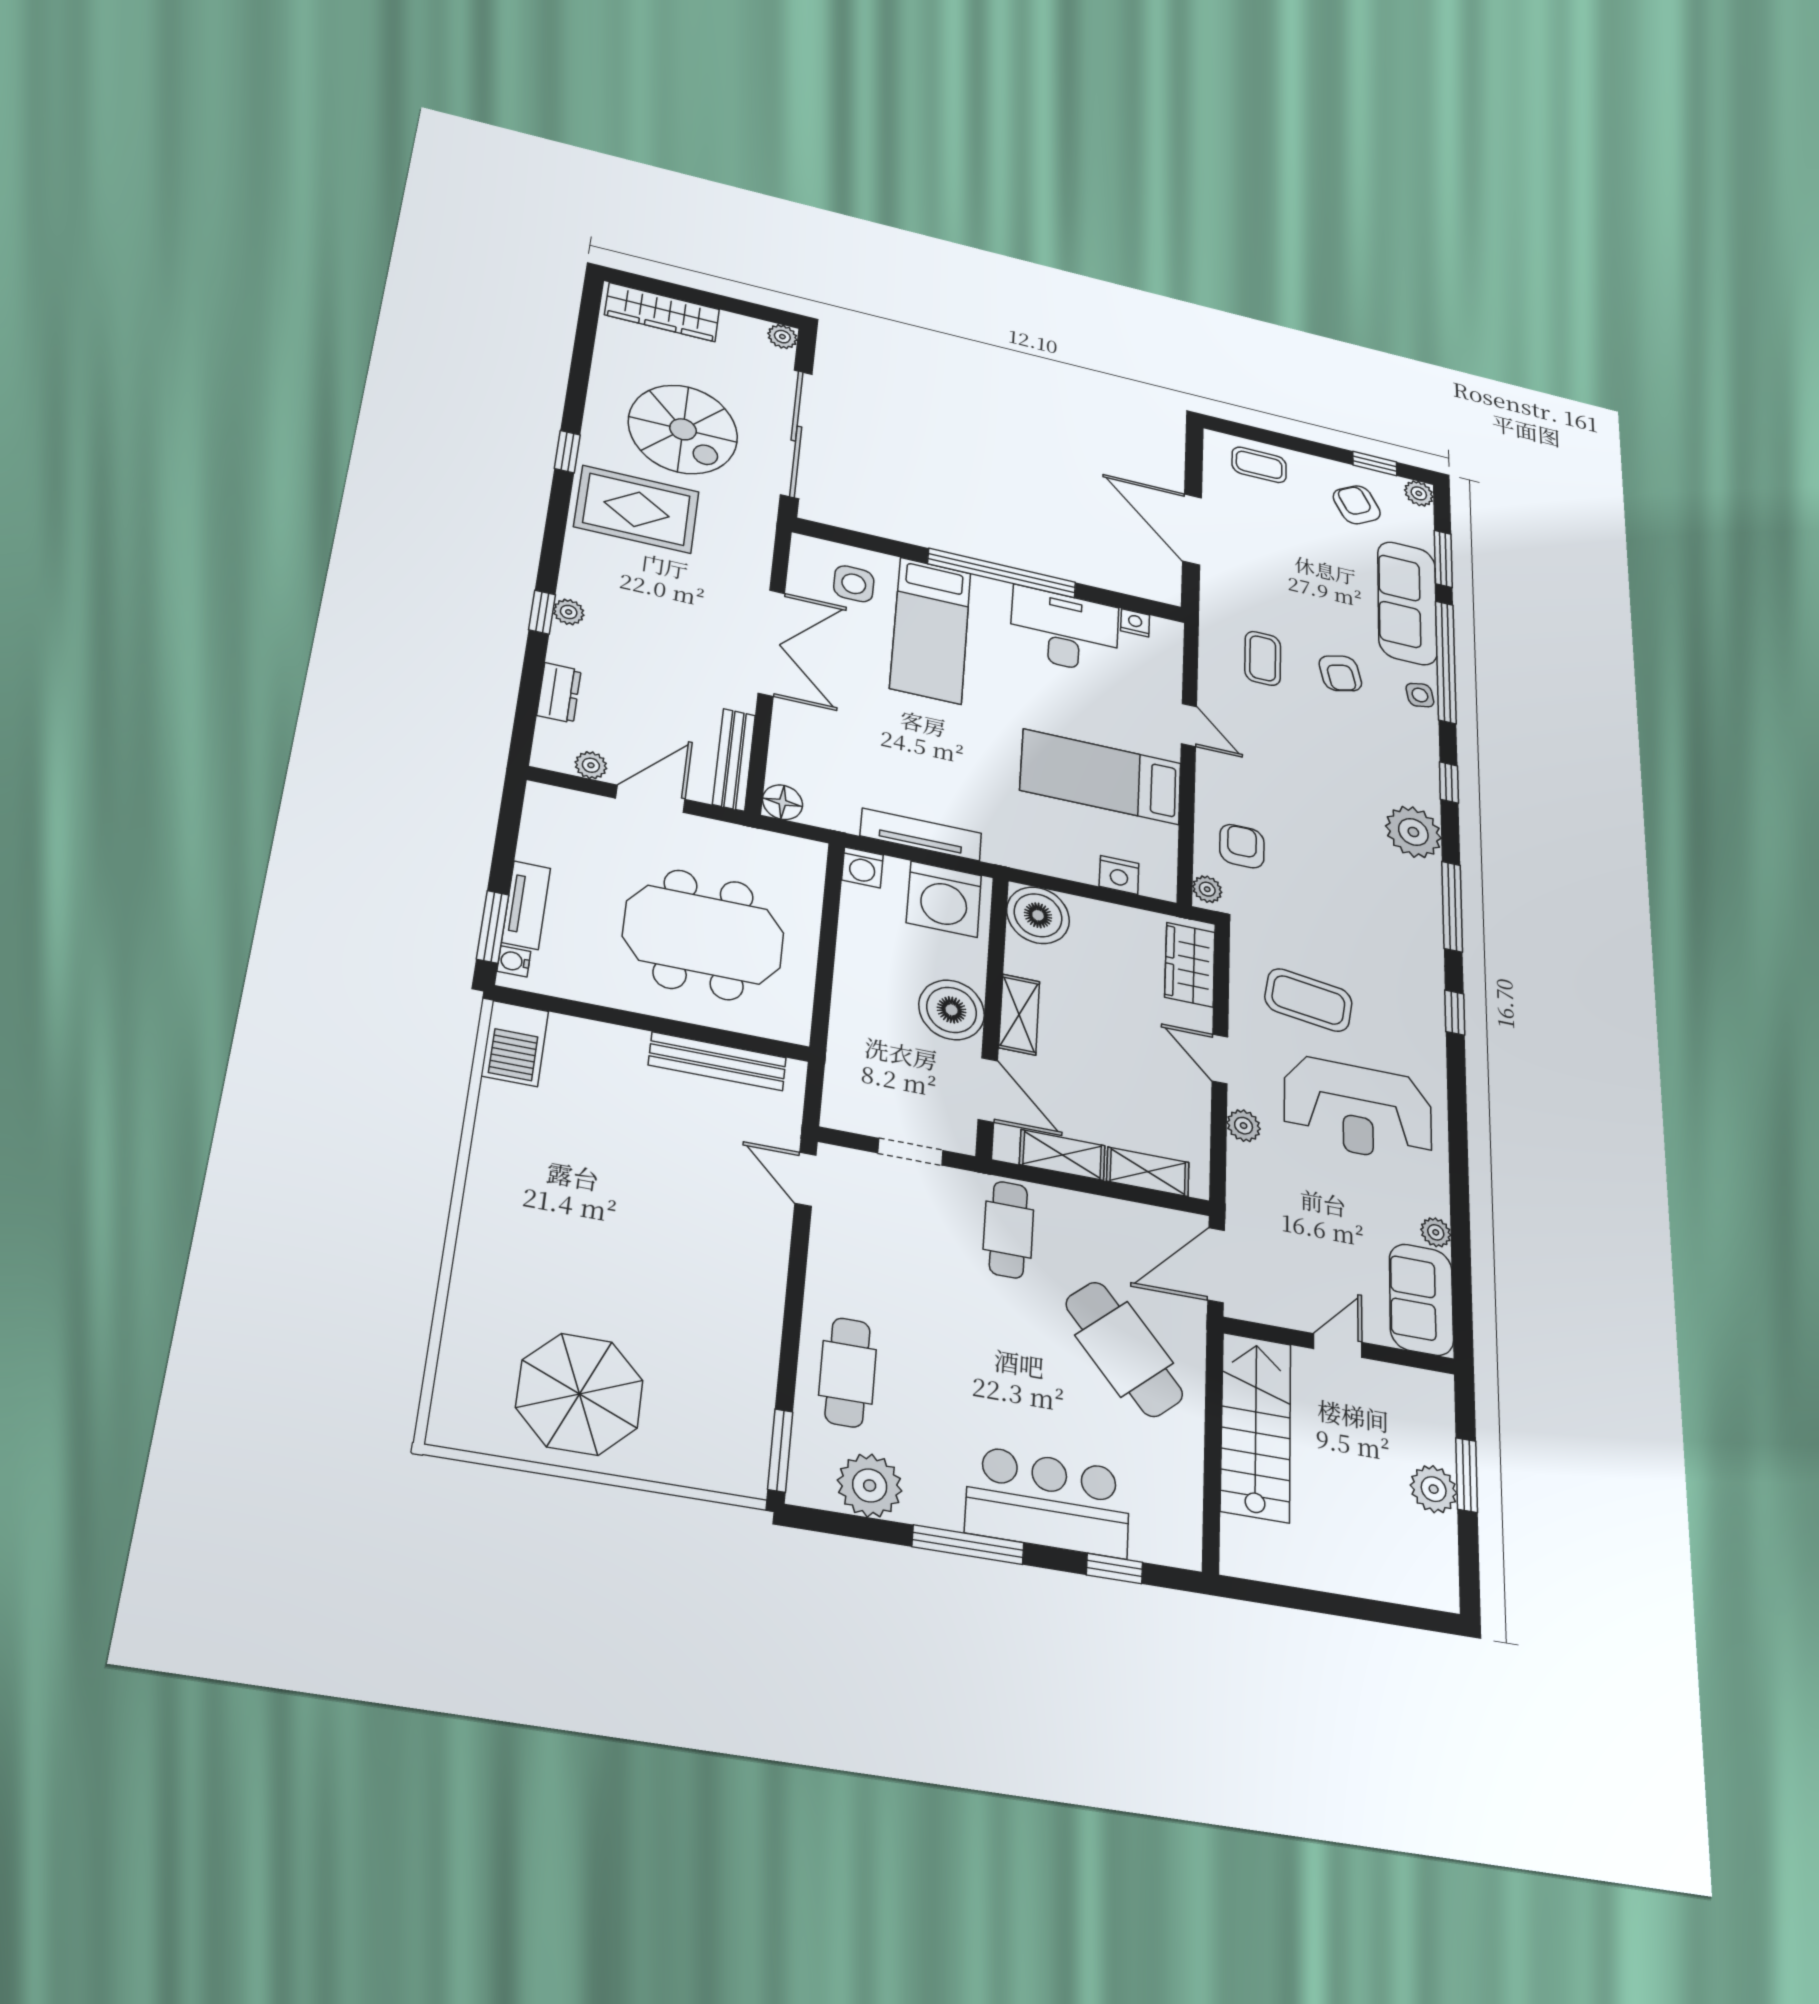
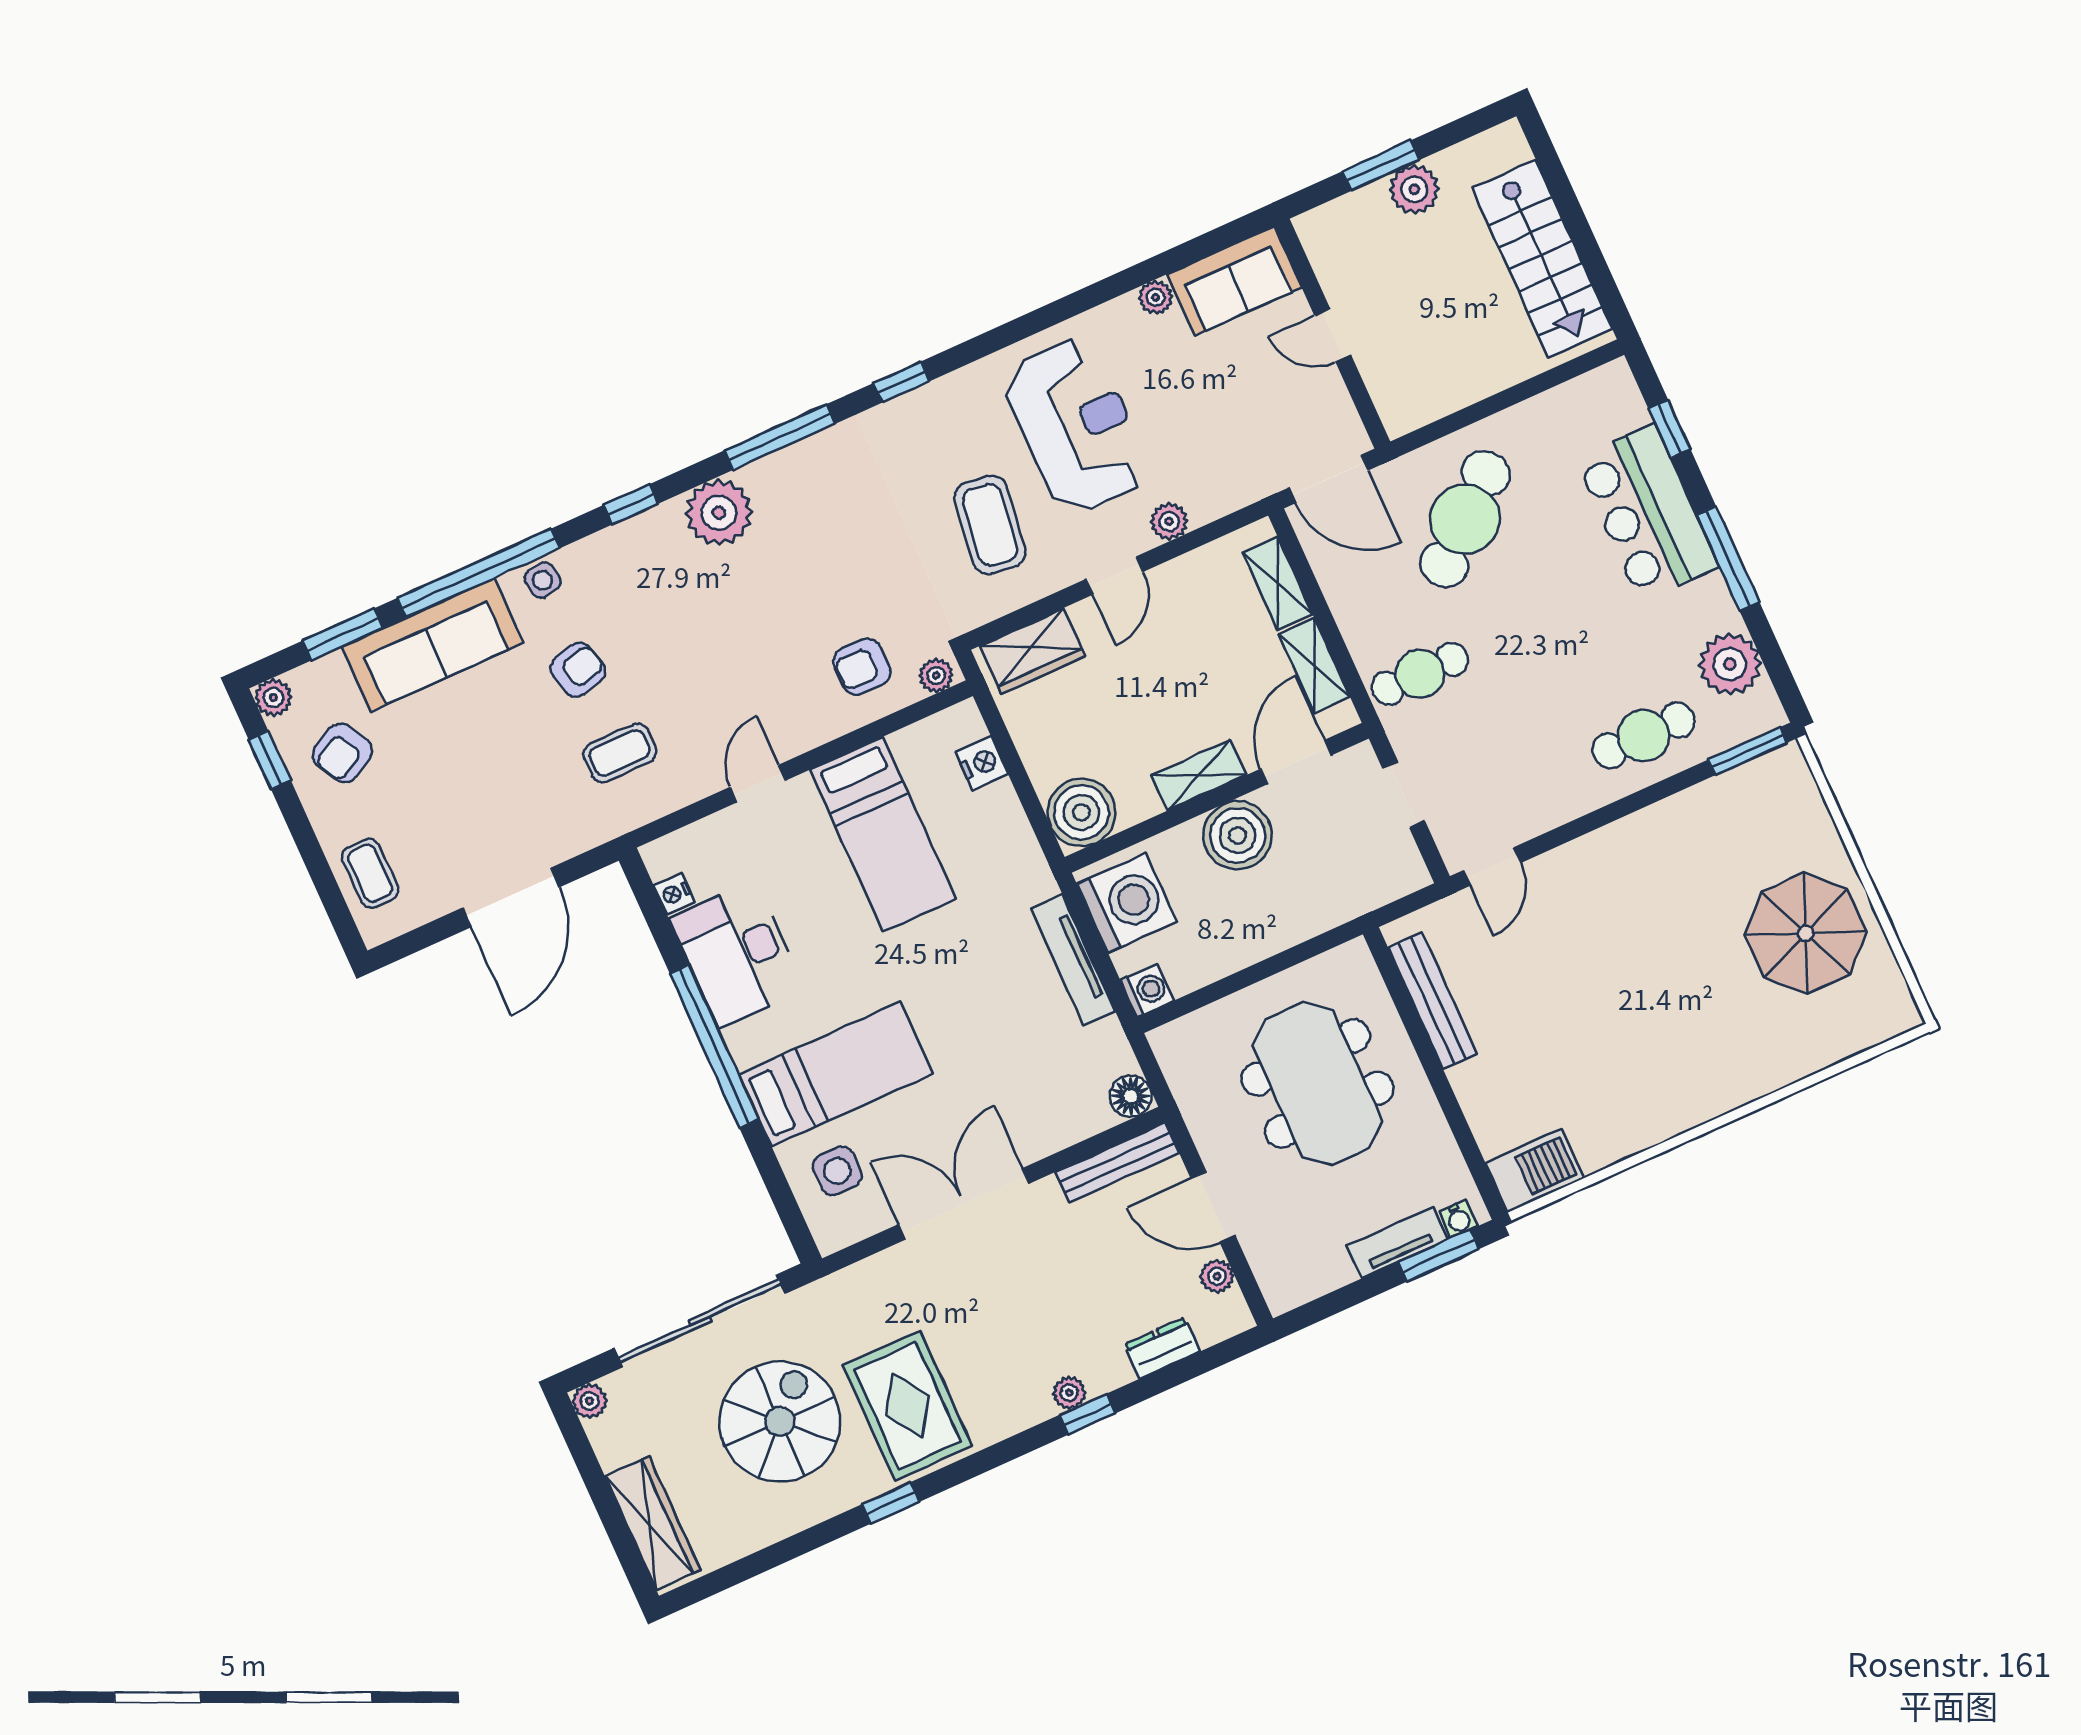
stairs: (1256, 1427) -> (1542, 259), moved, turned -90

